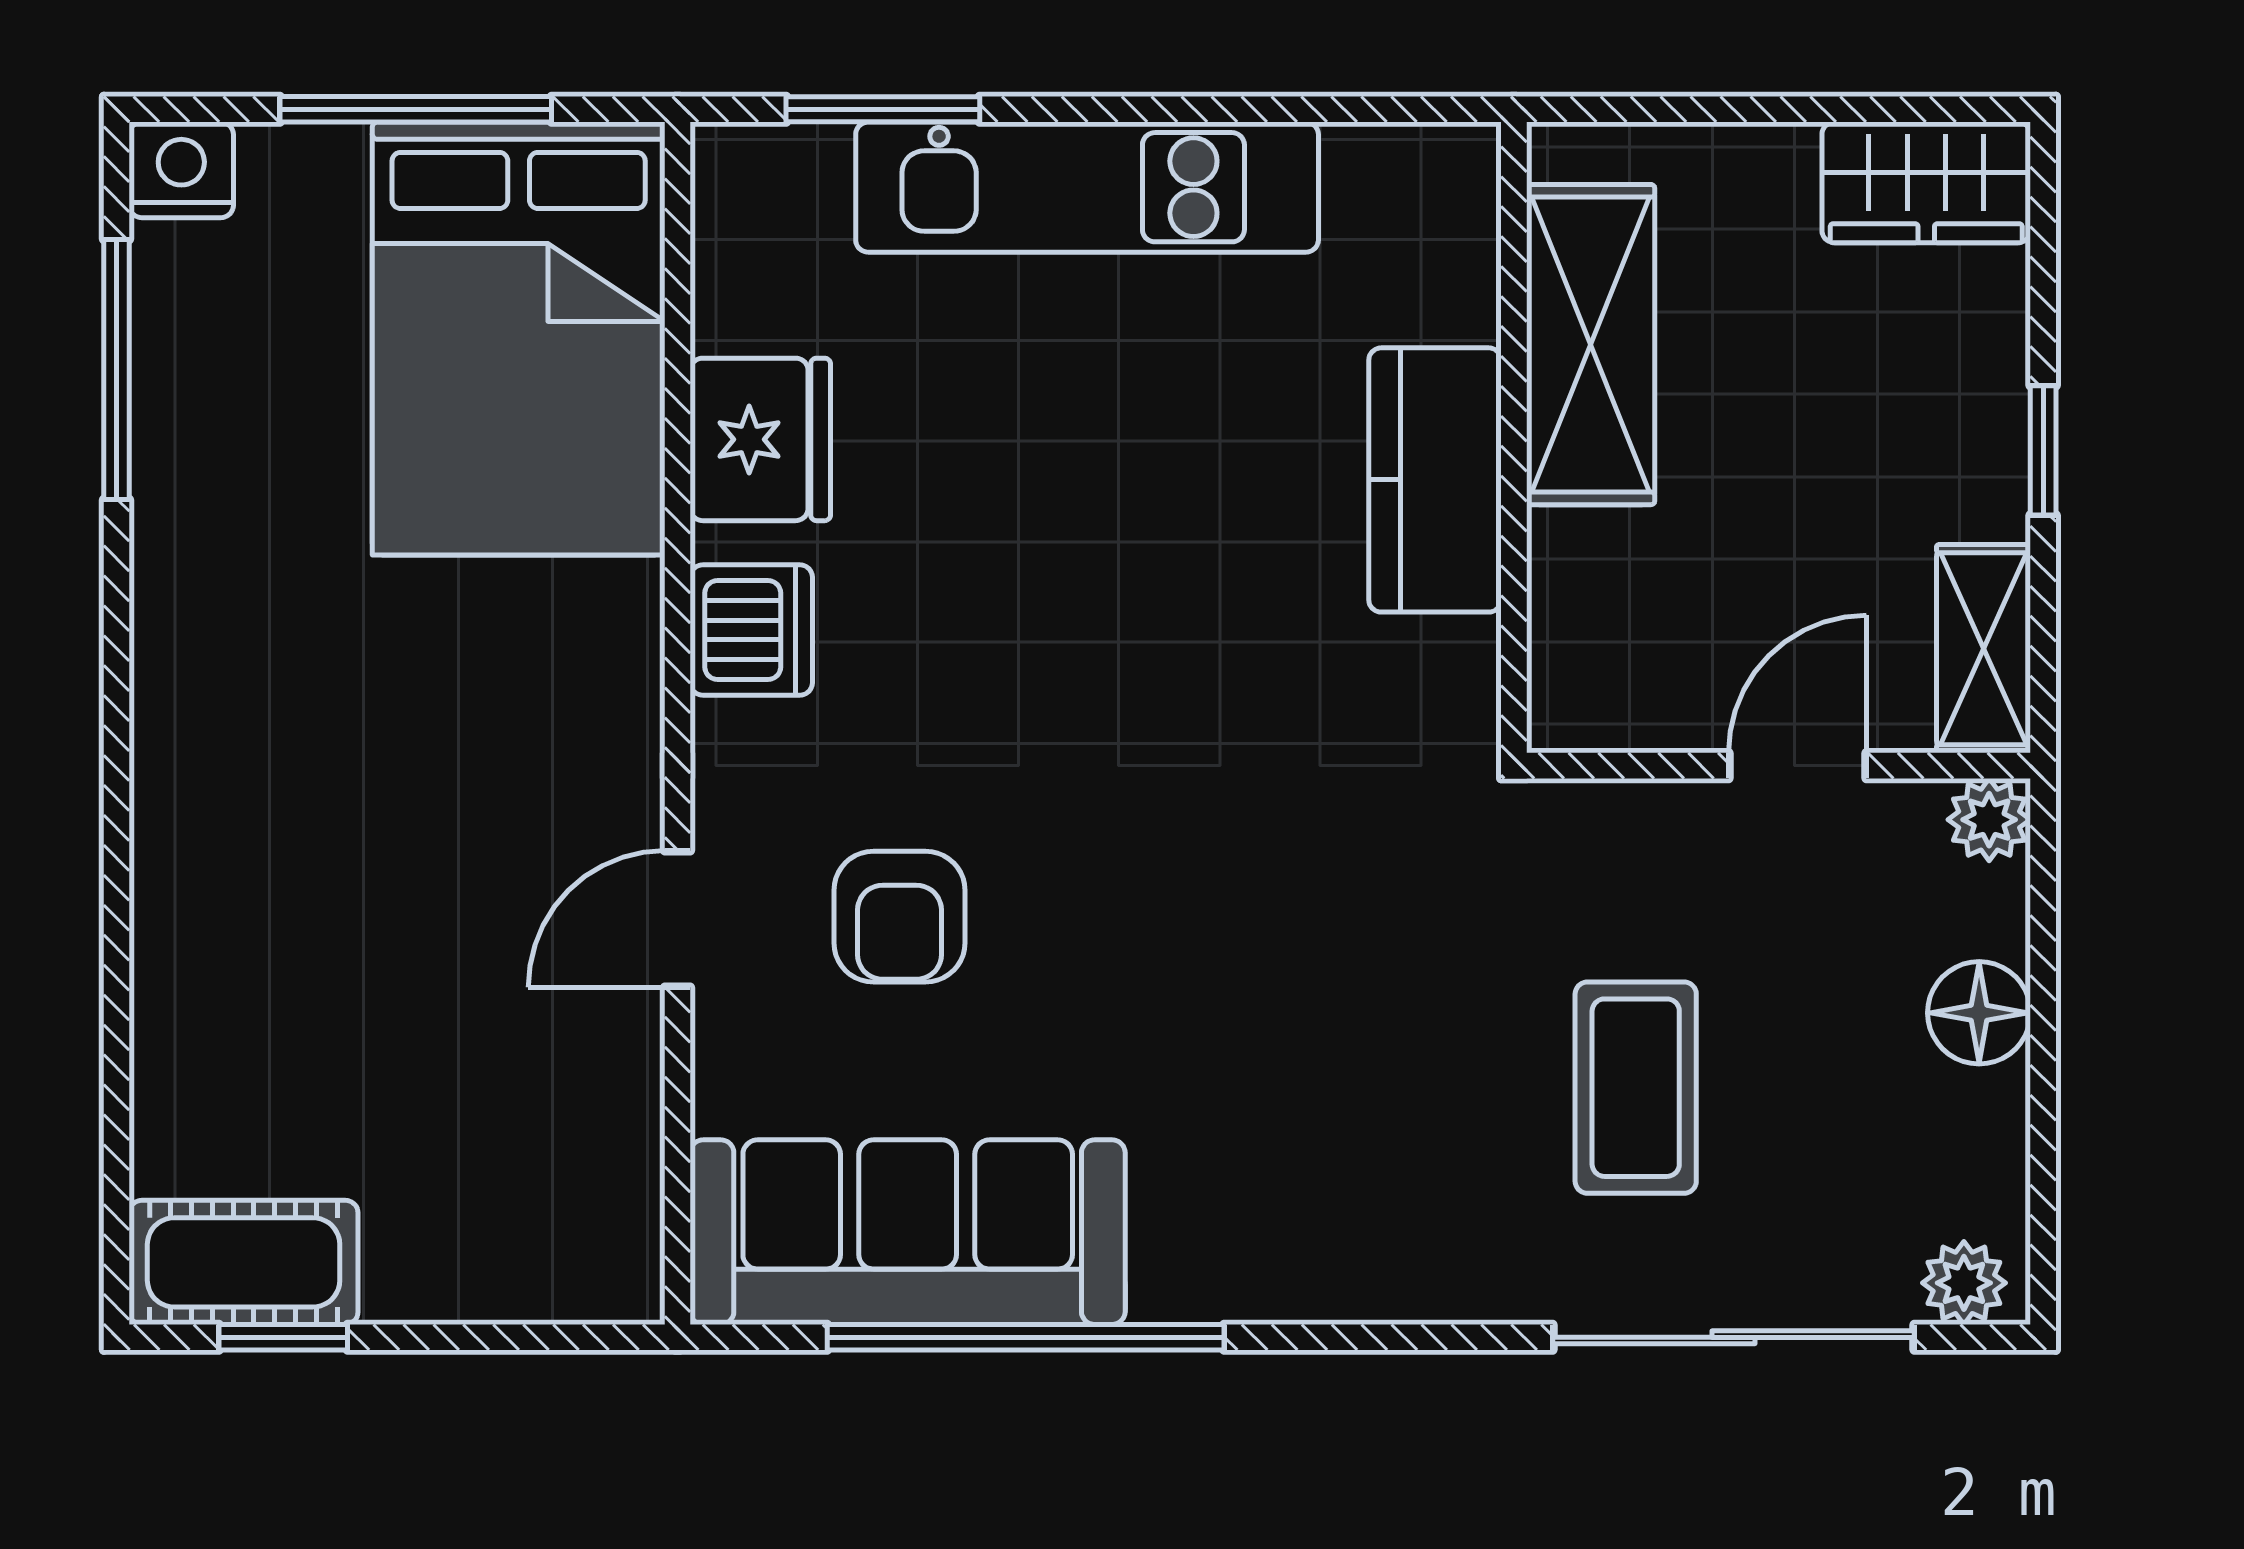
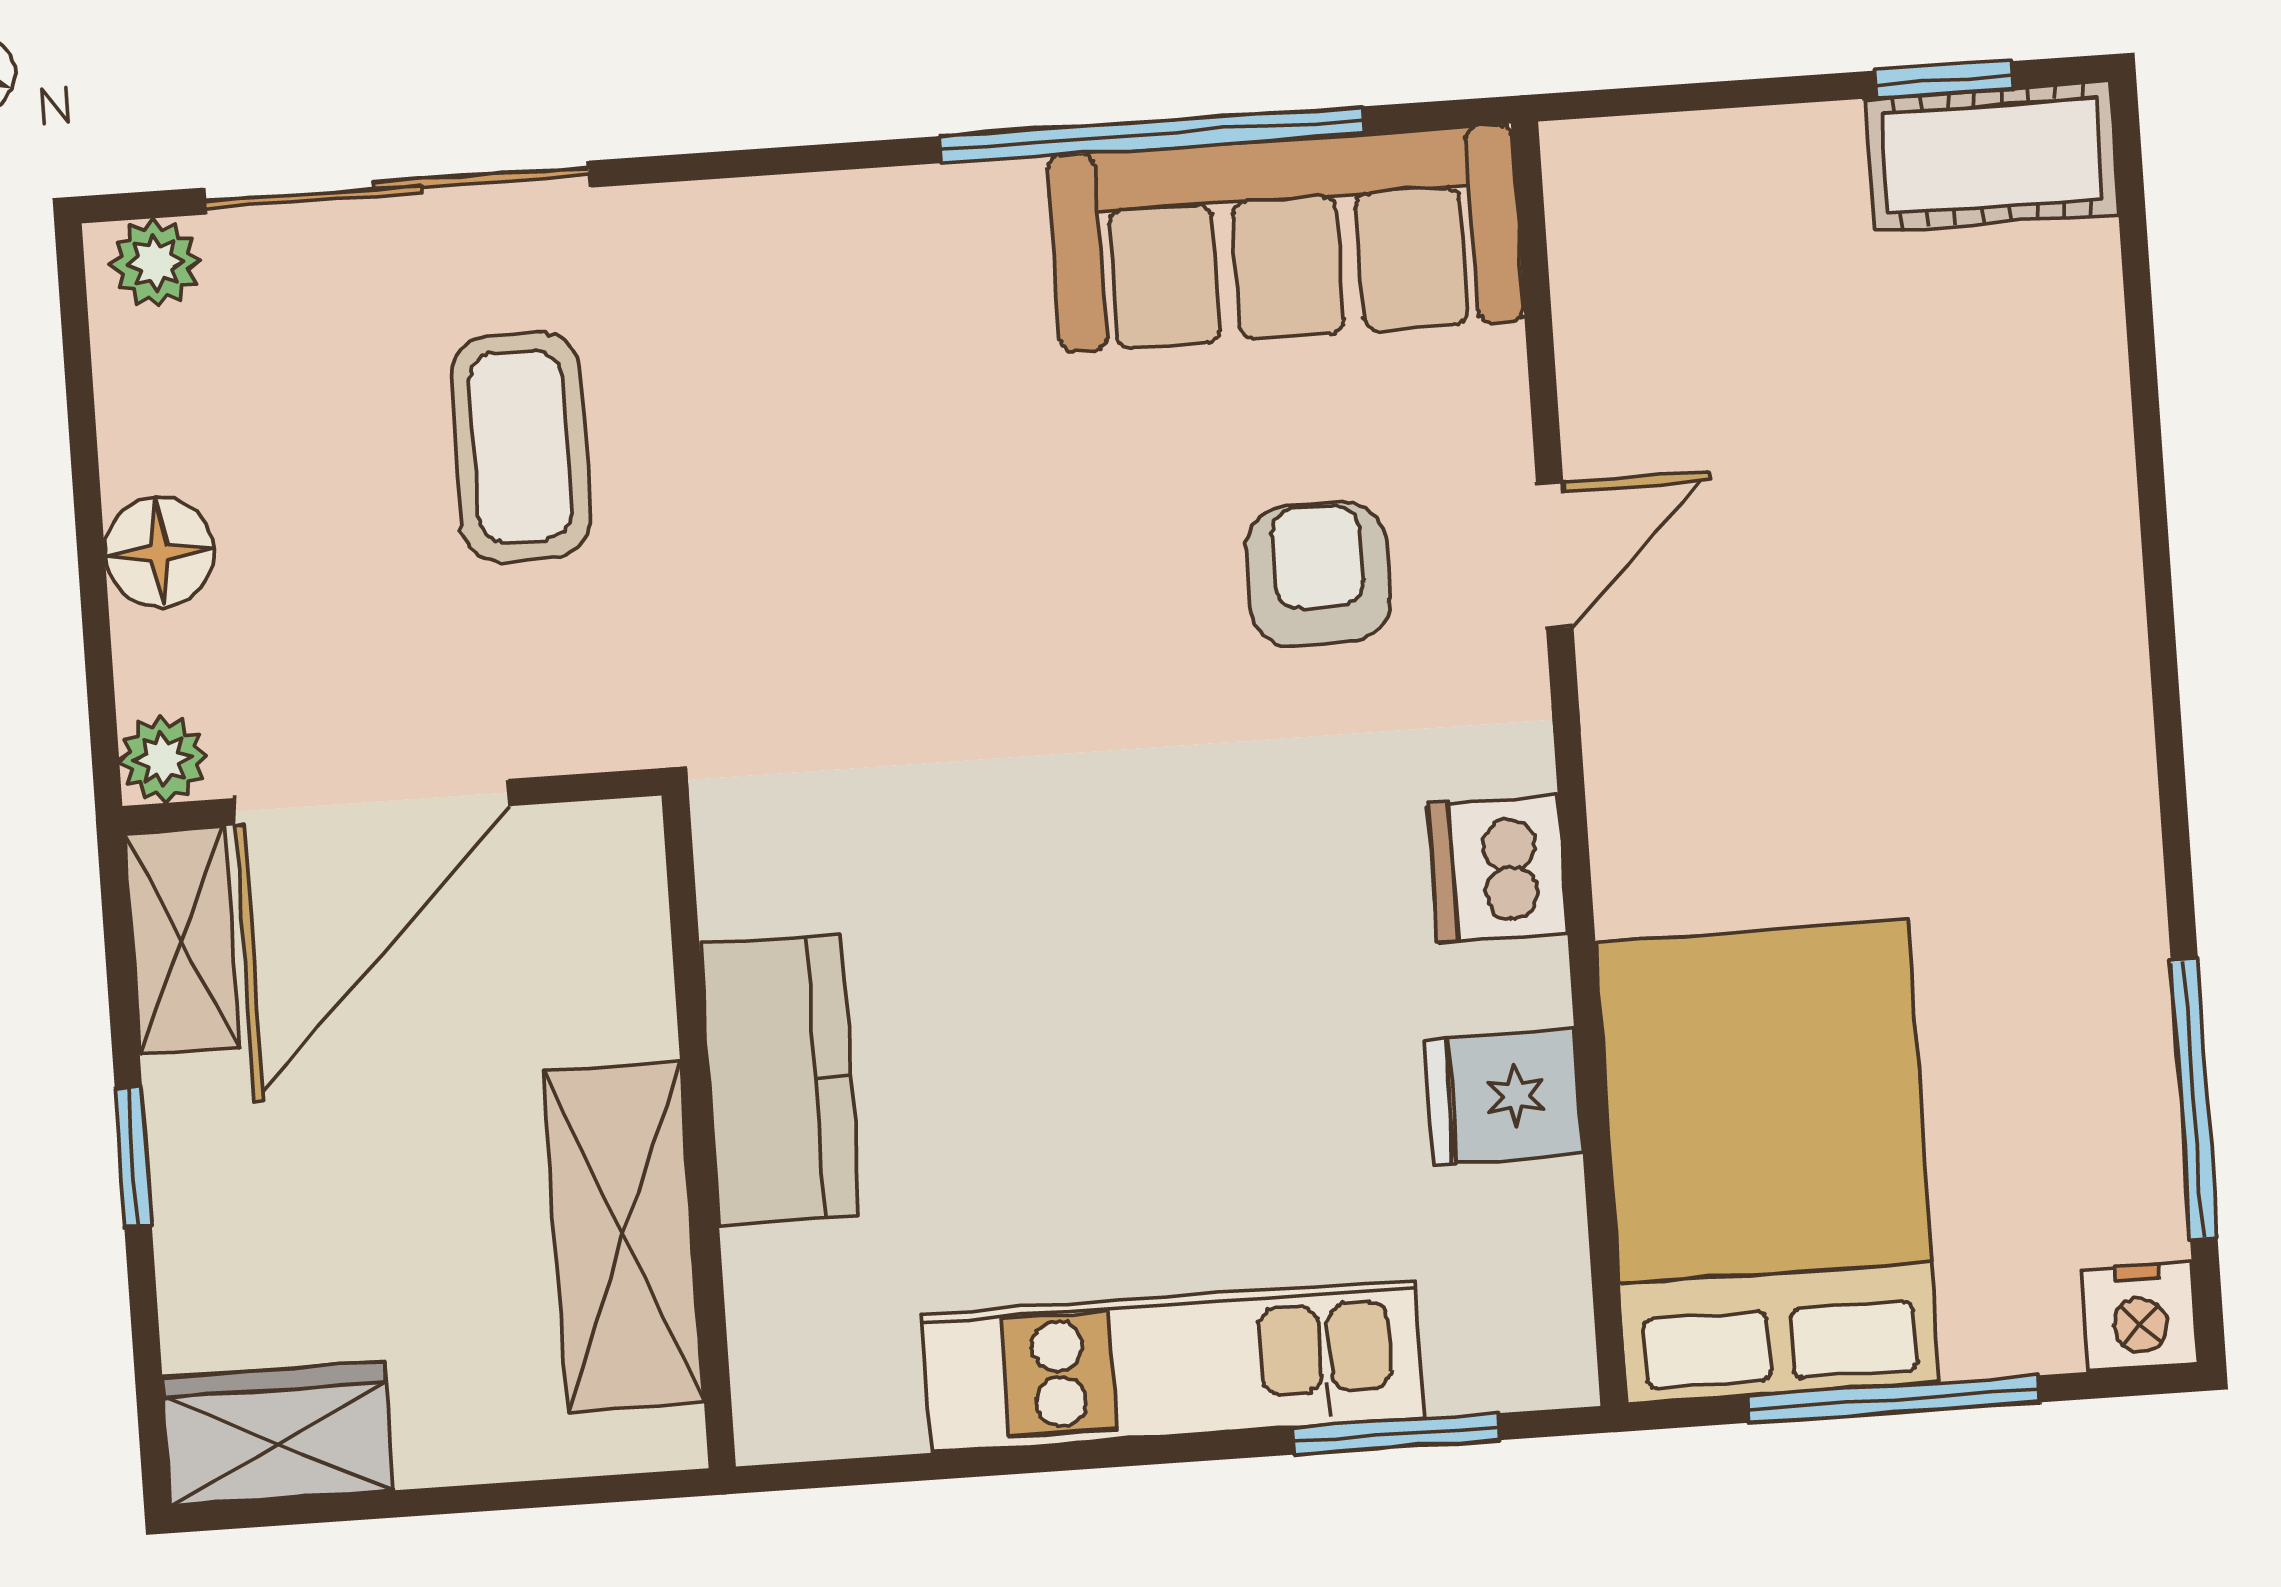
fridge: (760, 439) -> (1504, 1097), width x0.72
door: (1798, 766) -> (372, 802), width x1.88

